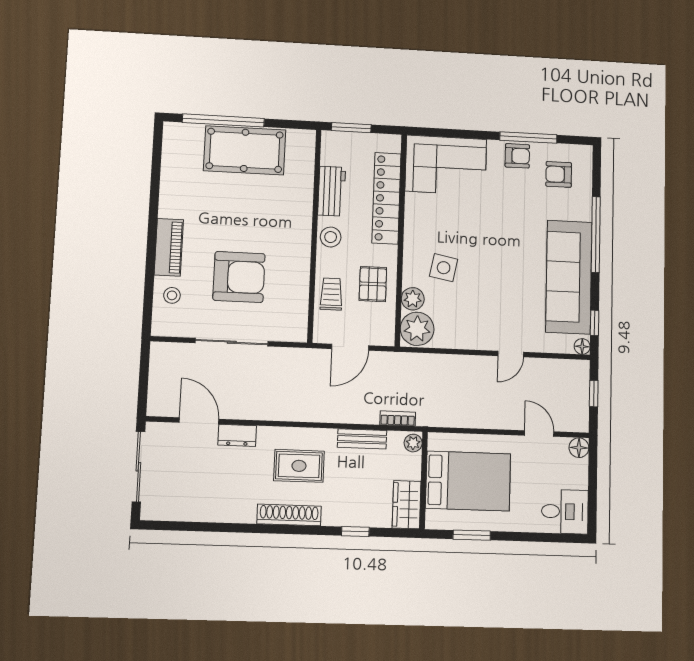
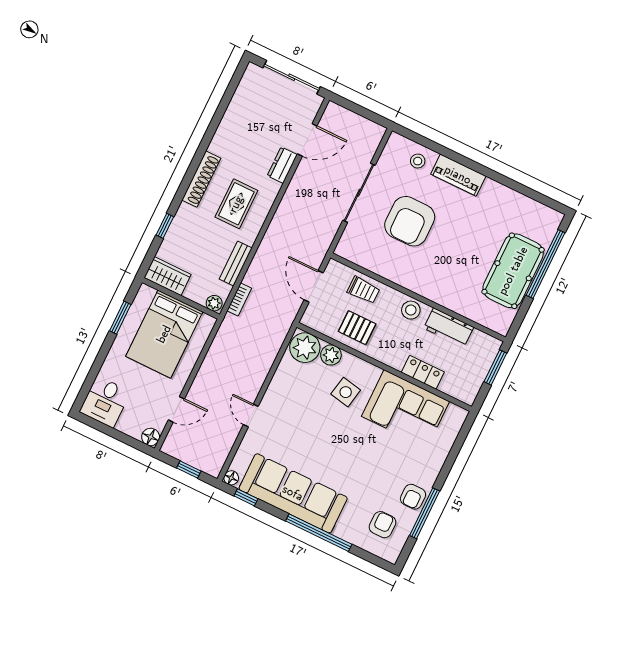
corner sofa: (446, 165) -> (406, 409), moved, turned -90
locker: (386, 198) -> (423, 372), width x0.46, depth x0.83

